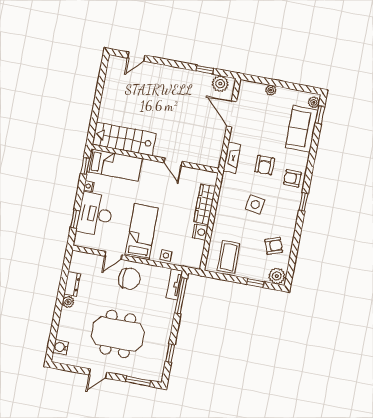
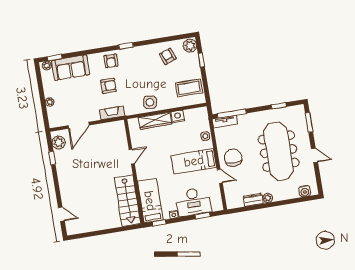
side table: (255, 204) -> (150, 102), moved
meeting table: (118, 334) -> (279, 151), width x1.36

